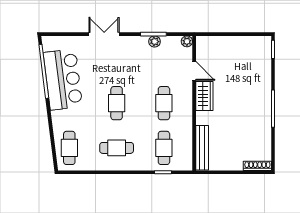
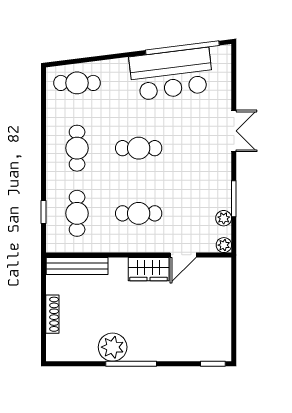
plant: (155, 42) -> (224, 218), moved
plant: (261, 122) -> (113, 347), added
cafe table: (164, 148) -> (77, 213), turned 90
shoe rack: (257, 166) -> (52, 314), moved

